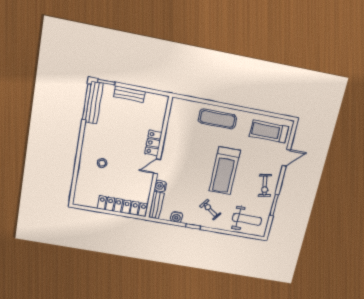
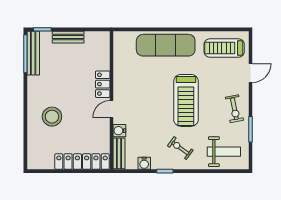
exercise mat: (217, 119) -> (166, 45), width x1.36, depth x1.45
stool: (102, 163) -> (52, 117), width x1.89, depth x1.89

